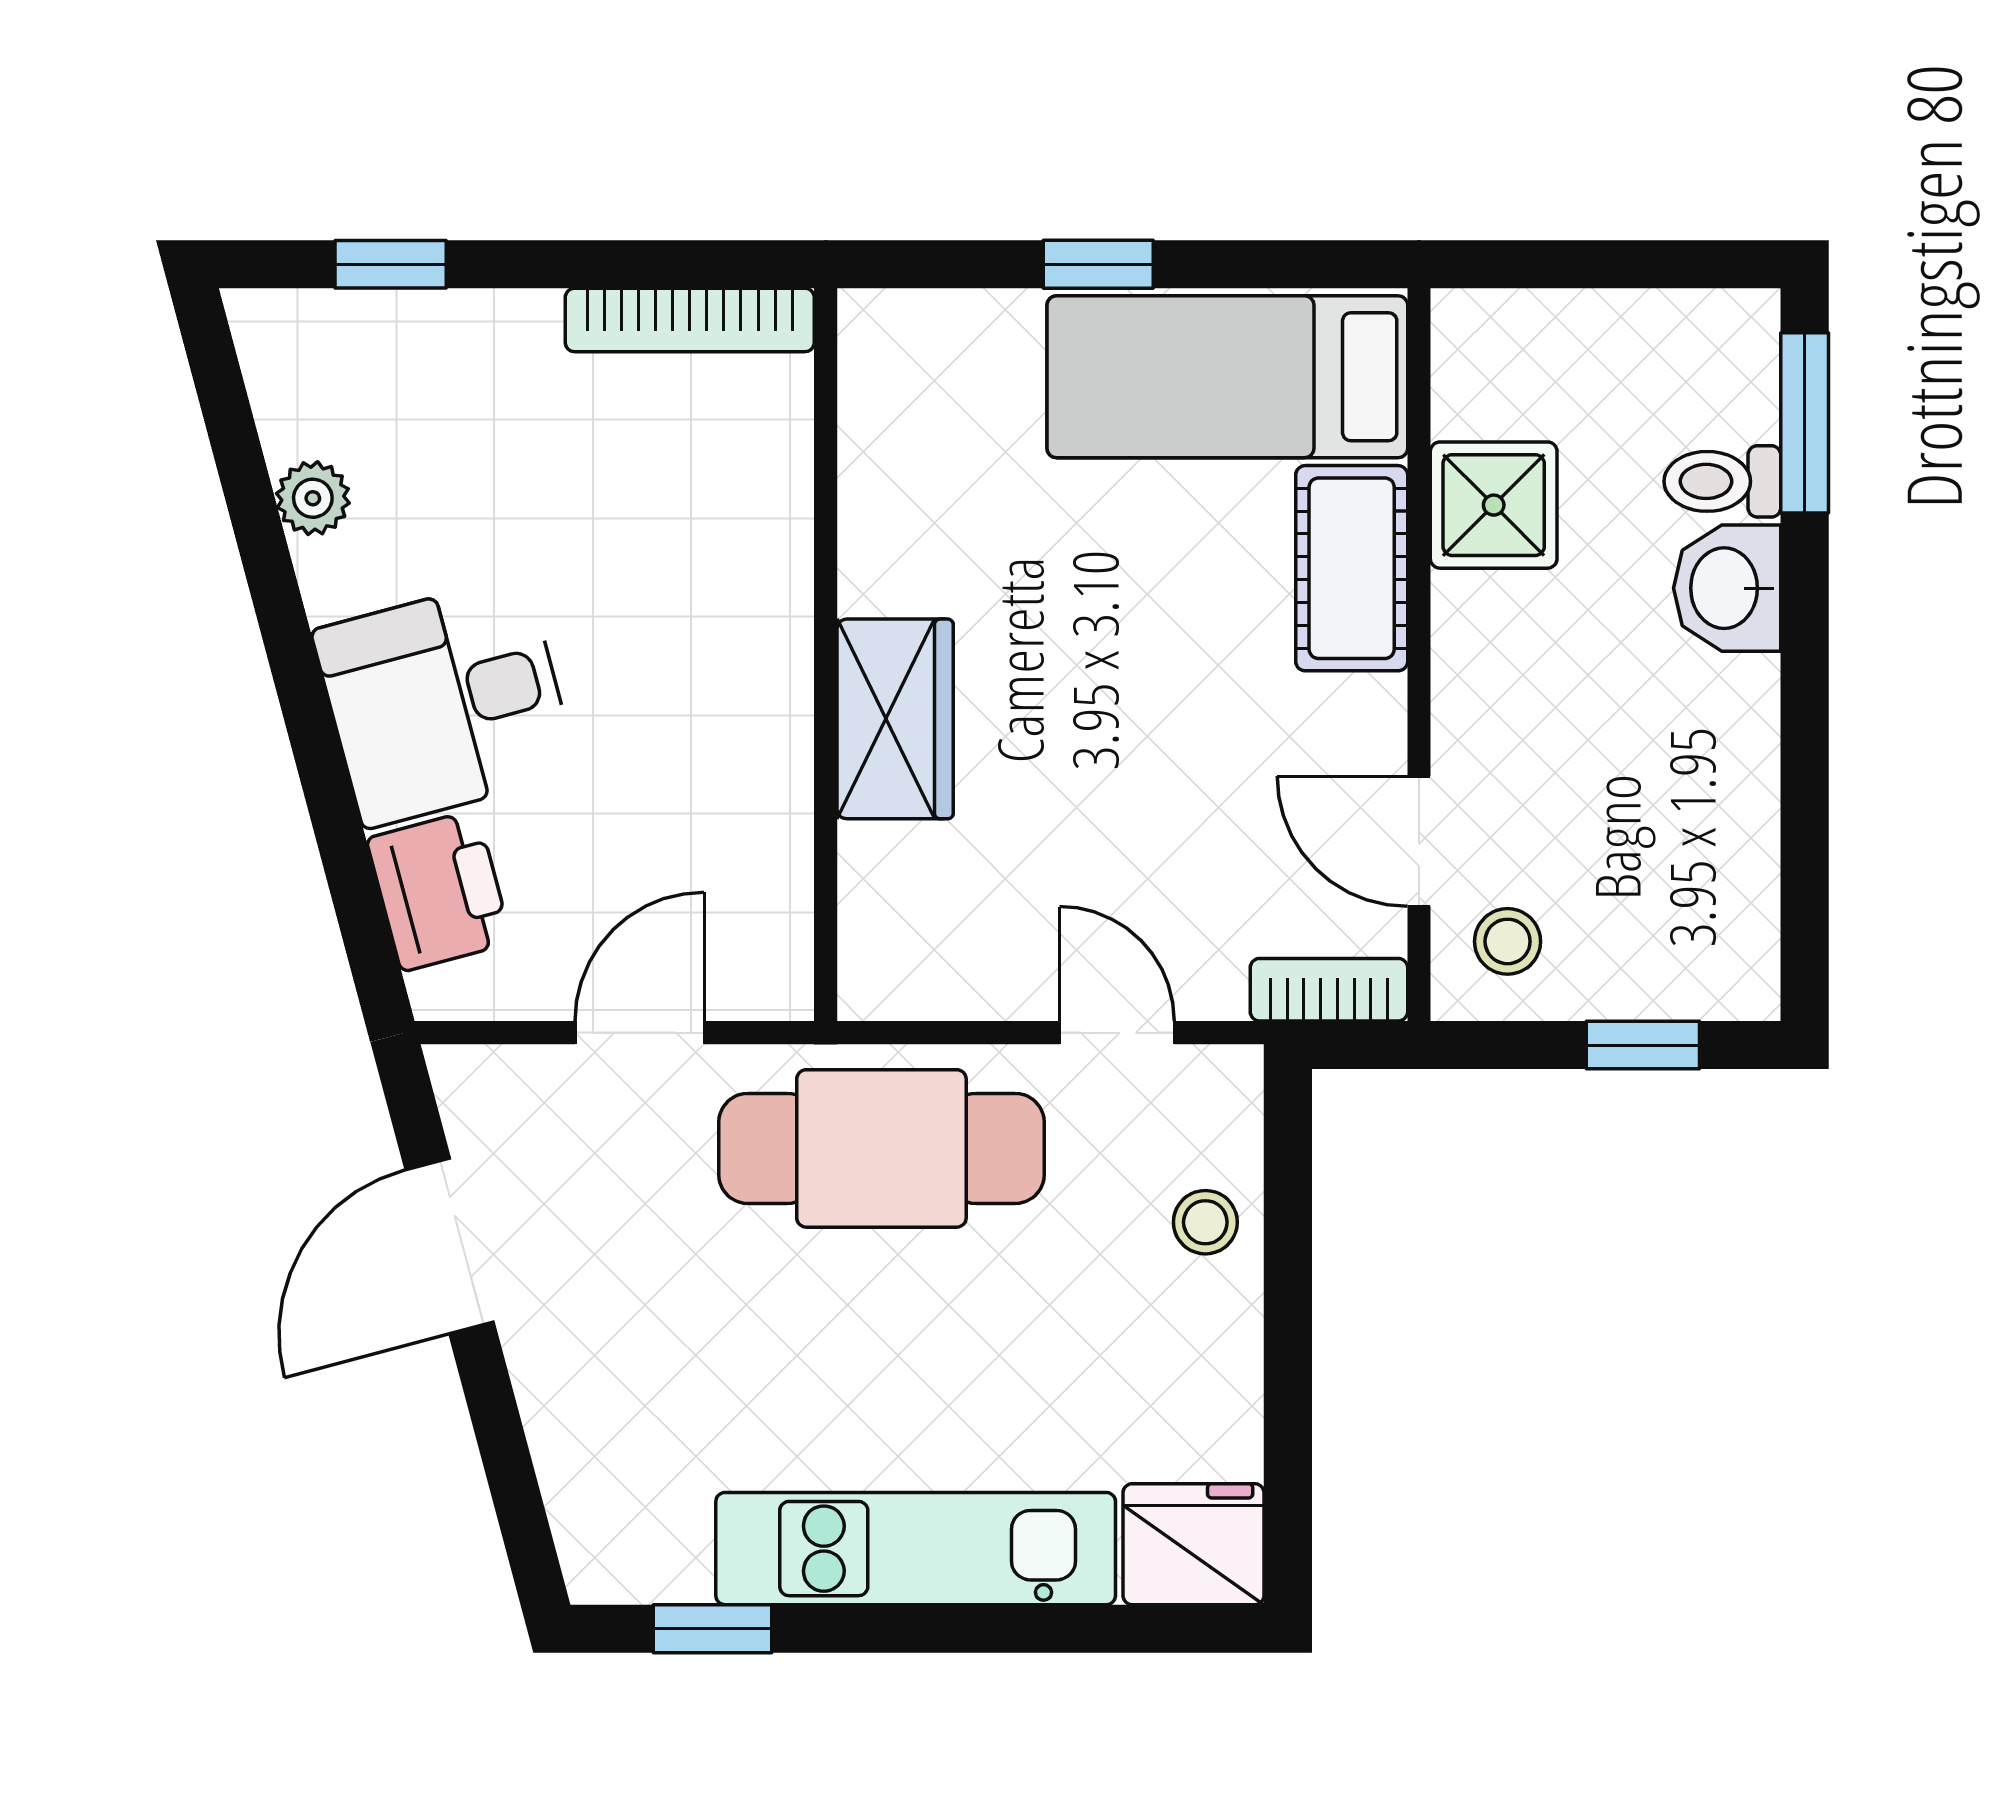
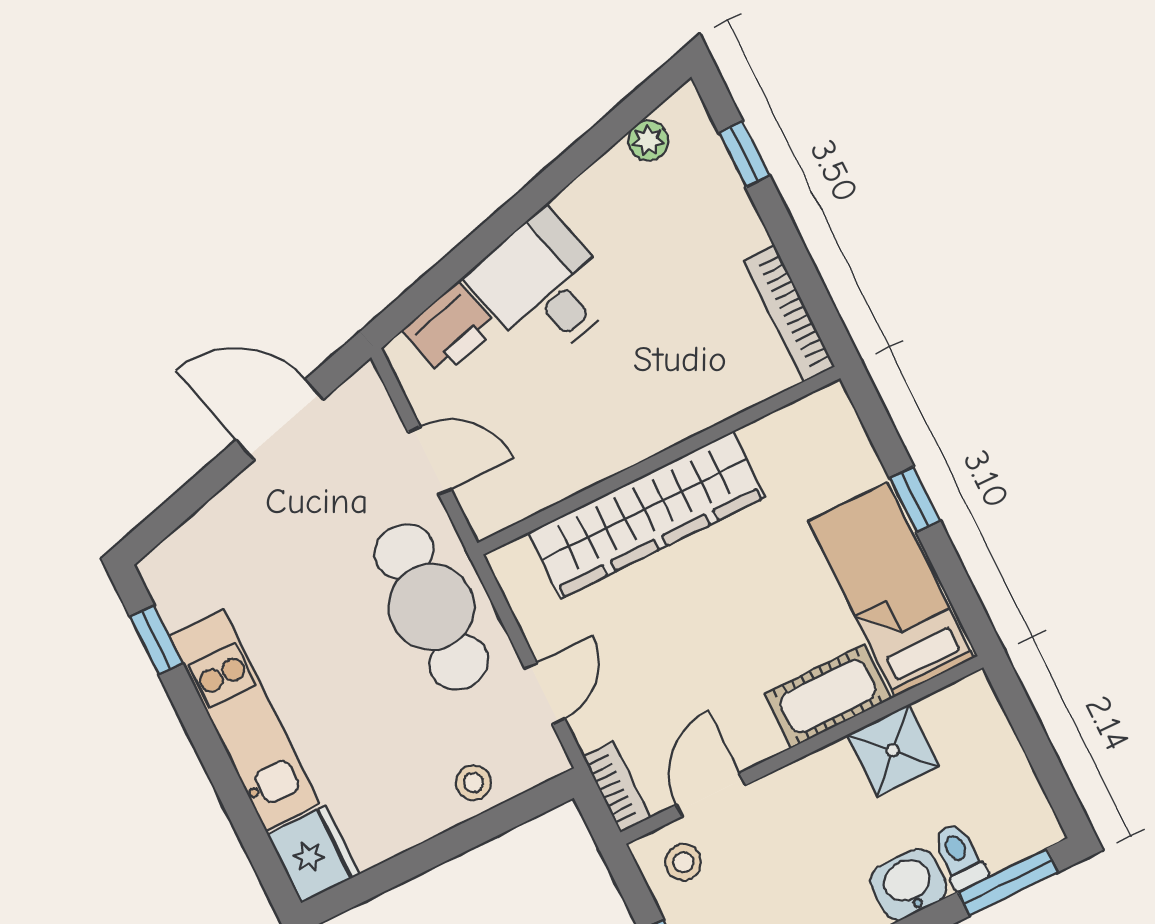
plant: (313, 498) -> (648, 141), moved
wardrobe: (895, 719) -> (647, 515), width x2.10, depth x1.17

